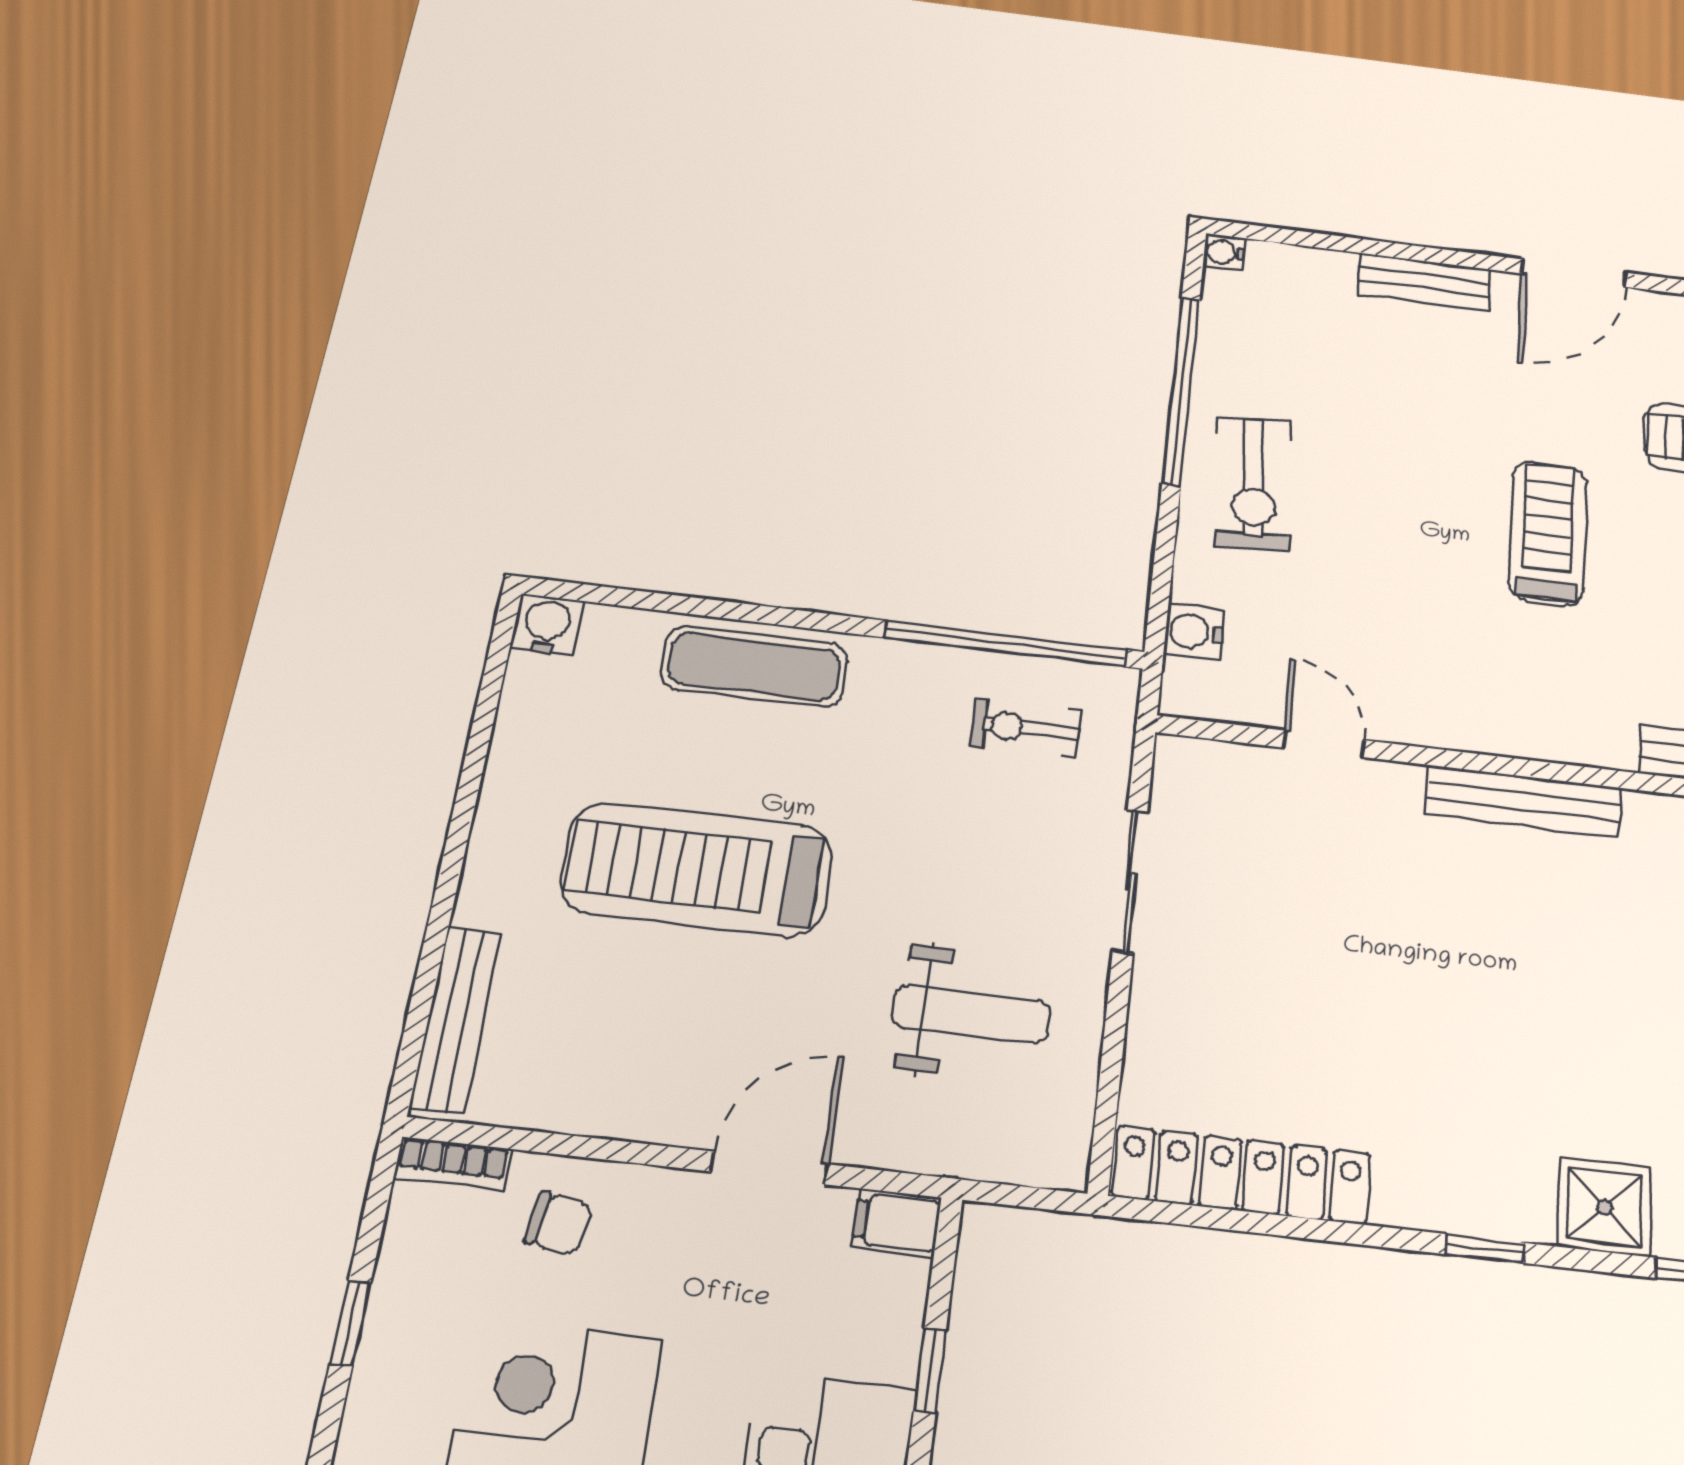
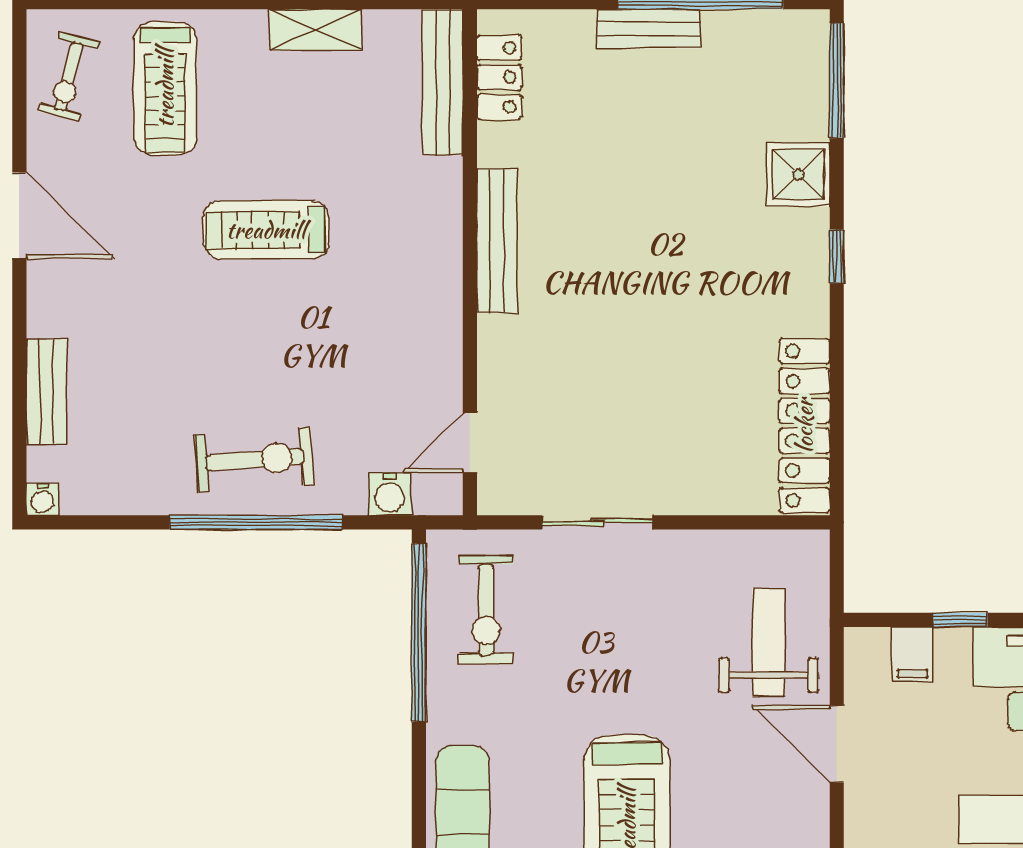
bench: (1424, 282) -> (47, 392), moved
window: (1181, 390) -> (256, 522), moved
exercise bike: (1026, 728) -> (486, 610), width x1.38, depth x1.39
door: (1324, 744) -> (470, 443), moved
weight bench: (971, 1014) -> (769, 642), moved
filing cabinet: (897, 1223) -> (913, 654), moved

